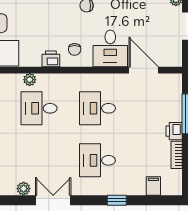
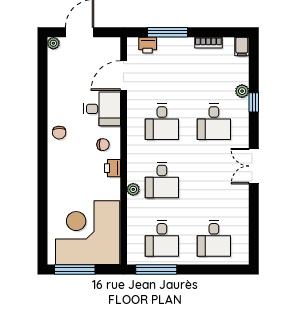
printer: (174, 131) -> (148, 45), moved
filing cabinet: (153, 186) -> (242, 46), moved, turned -90
plant: (24, 189) -> (242, 91), moved

